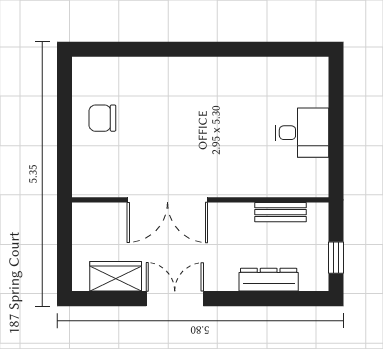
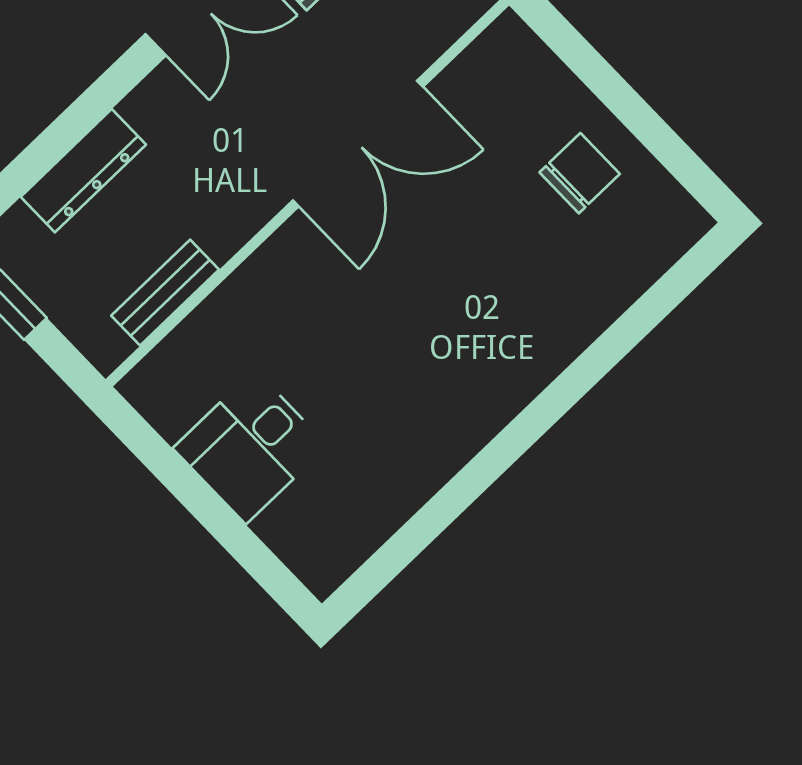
double door: (167, 200) -> (358, 144), swing flipped

